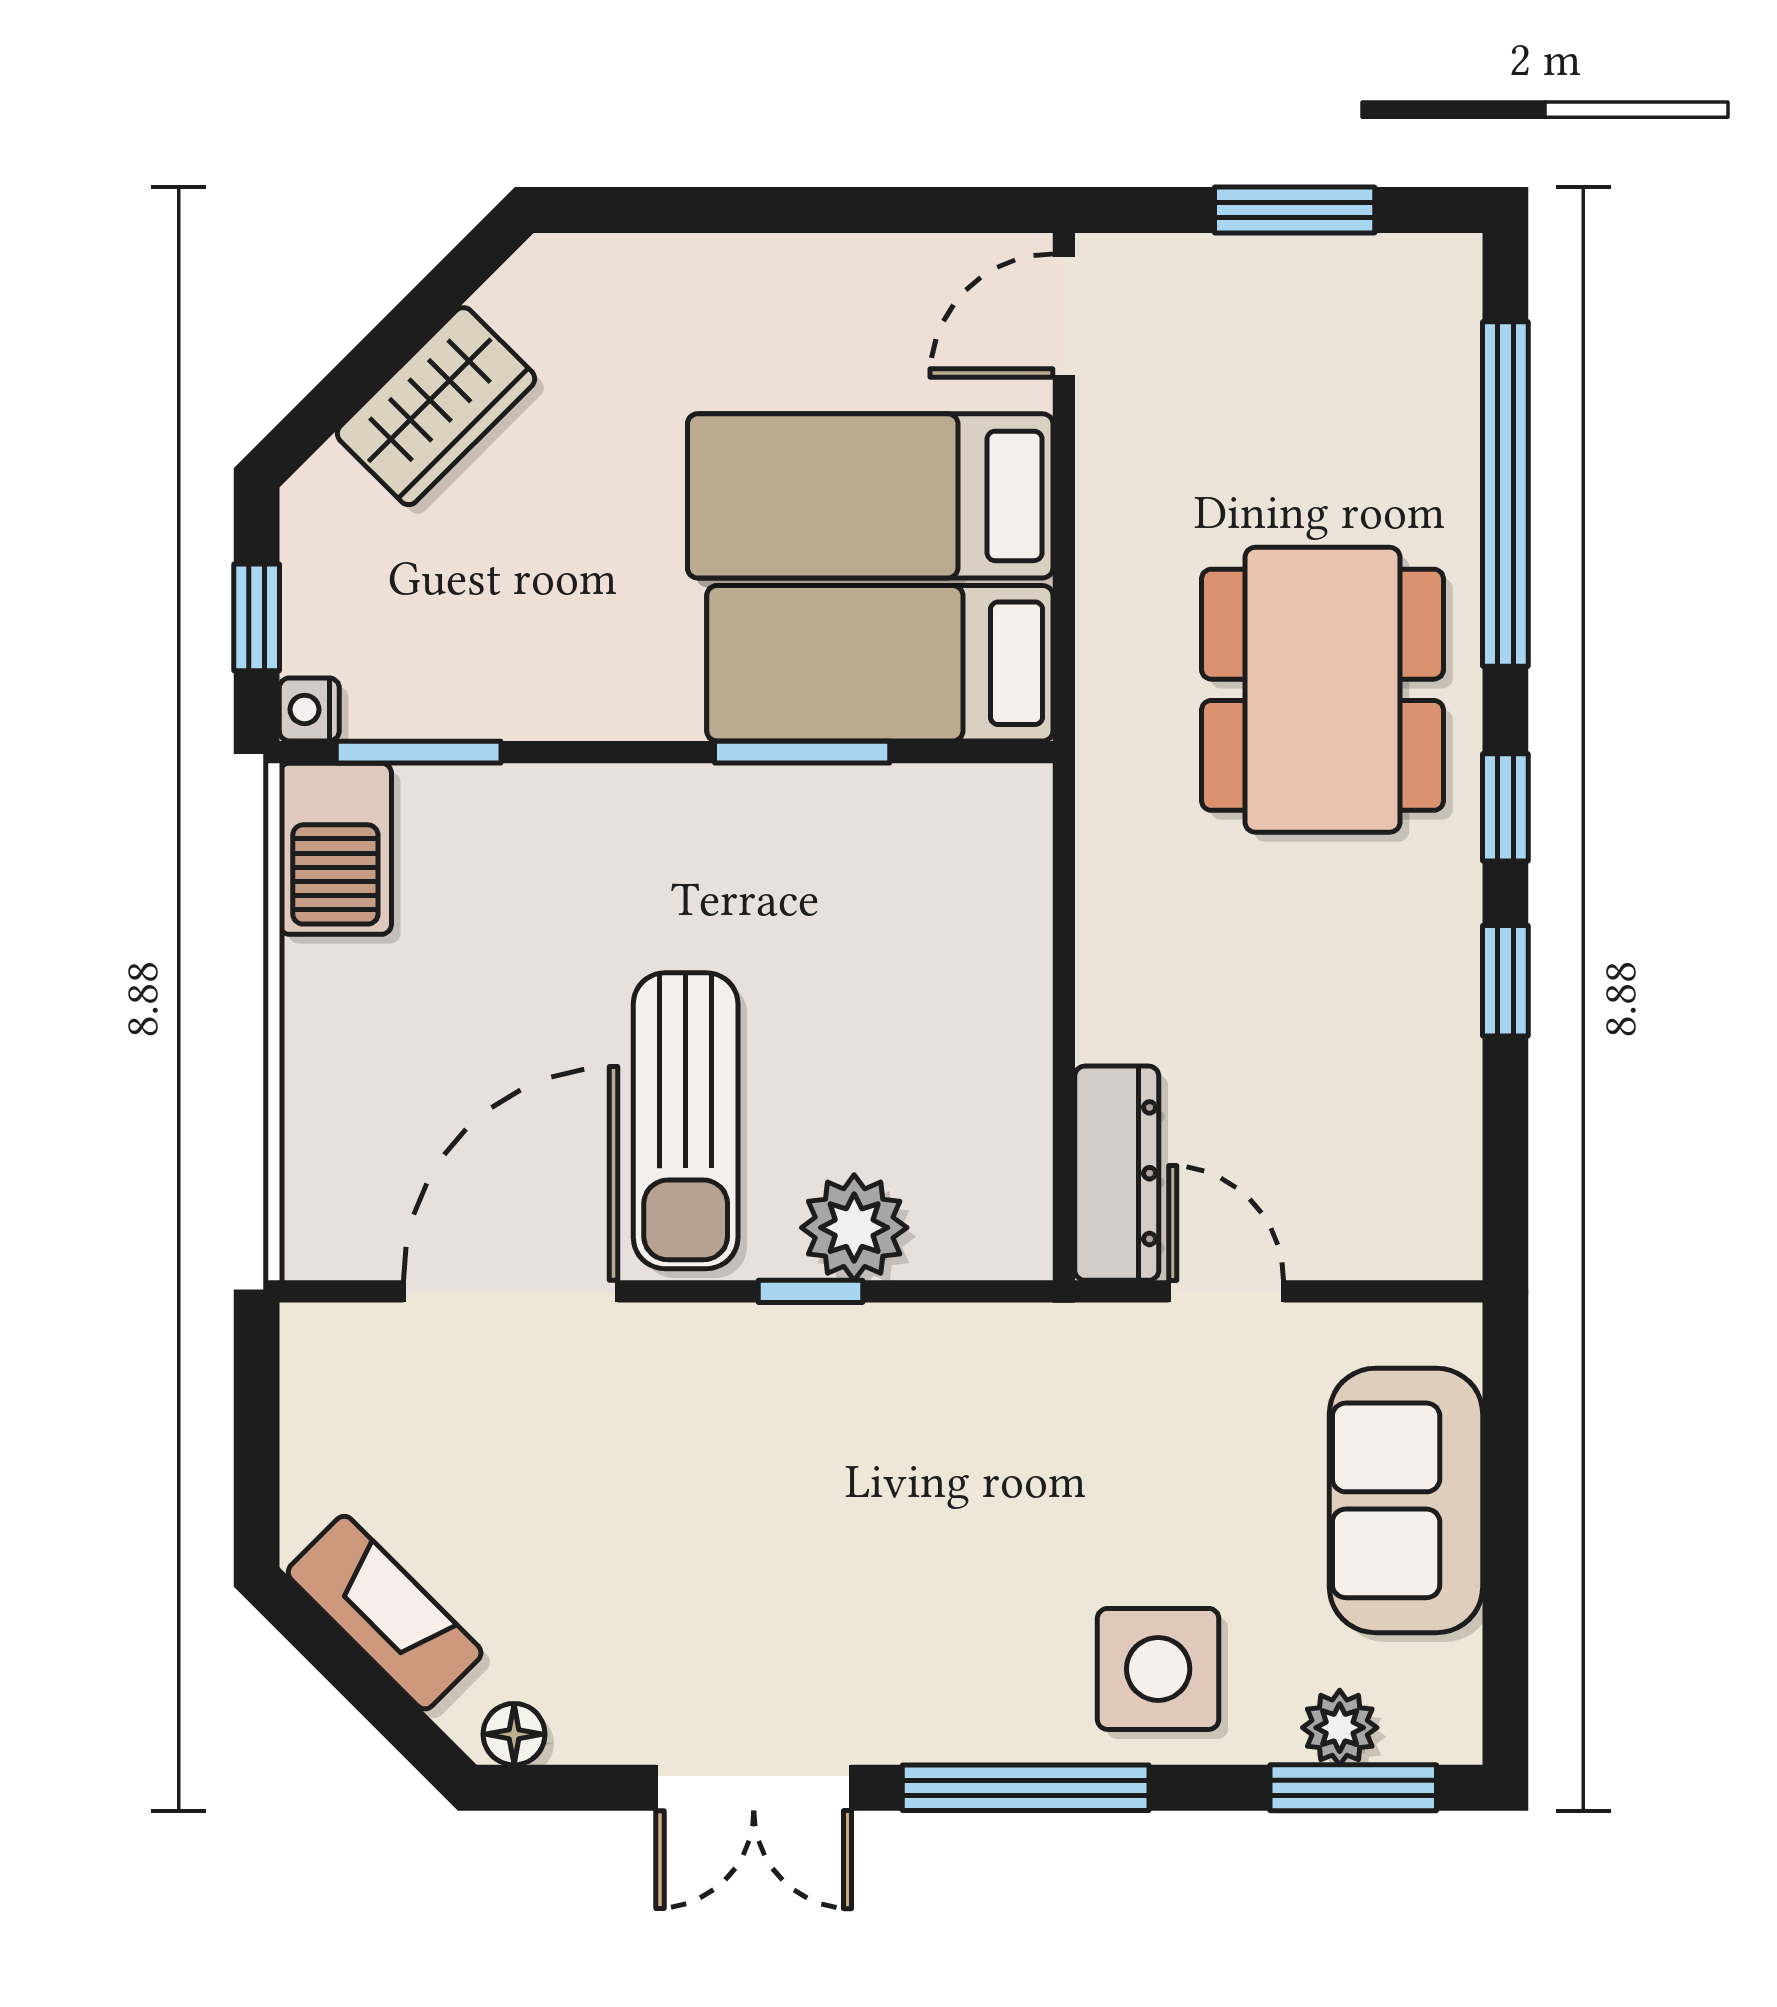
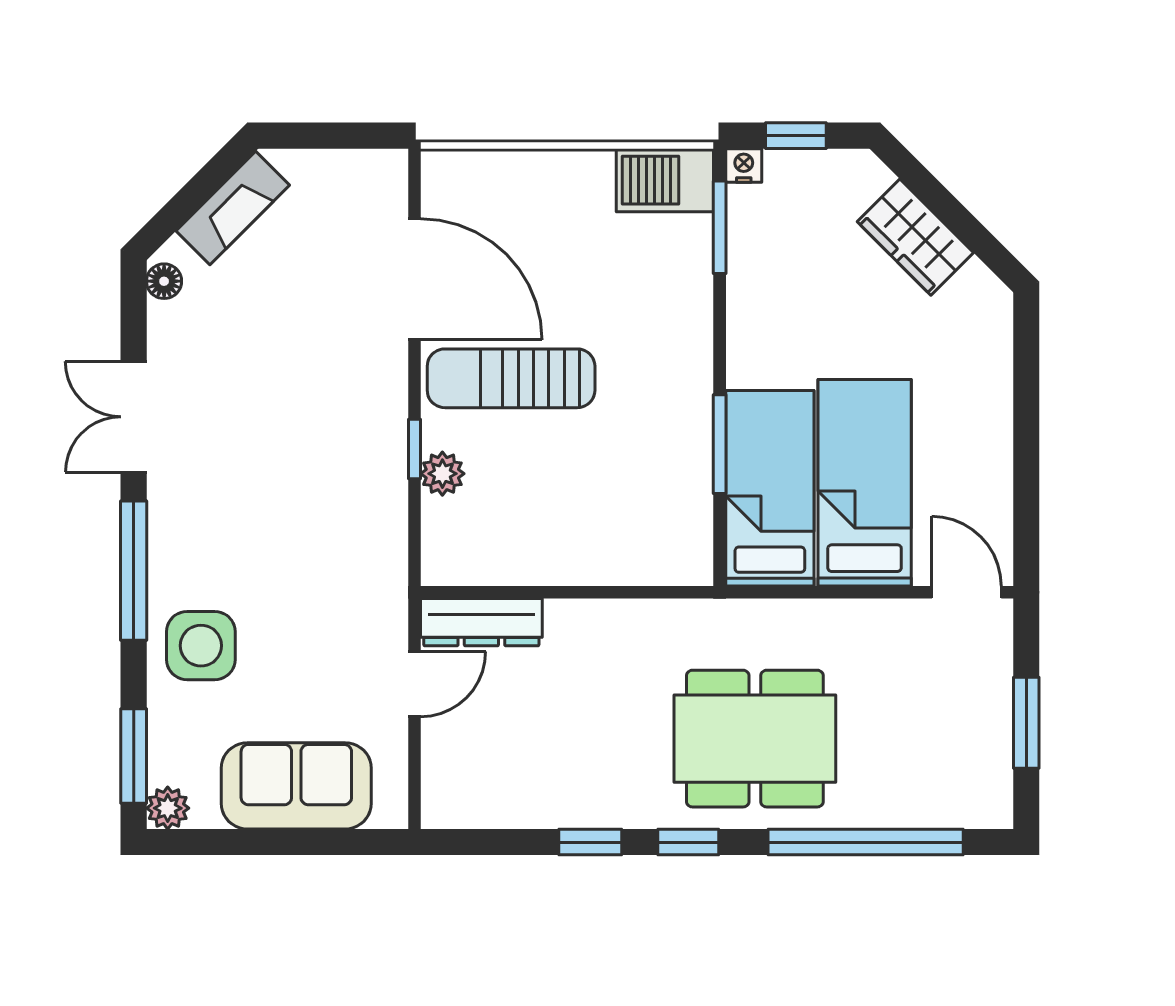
plant: (854, 1228) -> (442, 474), width x0.73, depth x0.73
plant: (1340, 1728) -> (168, 808), moved

